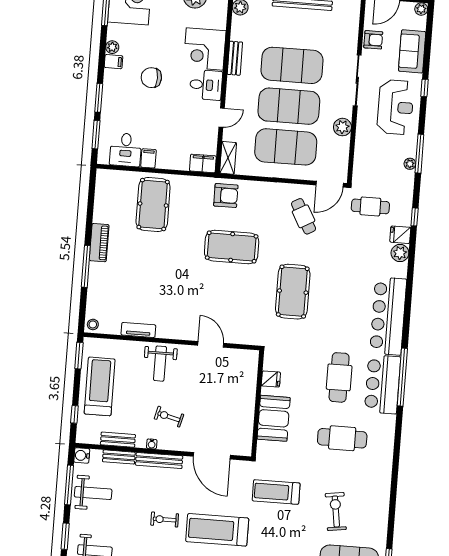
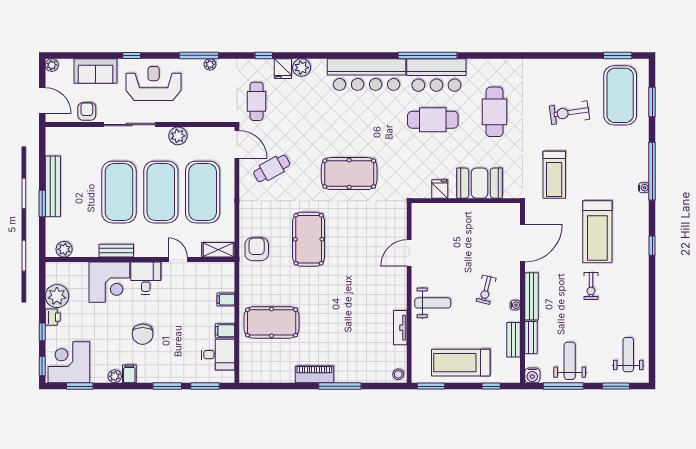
filing cabinet: (203, 163) -> (226, 300), moved, width x0.50

